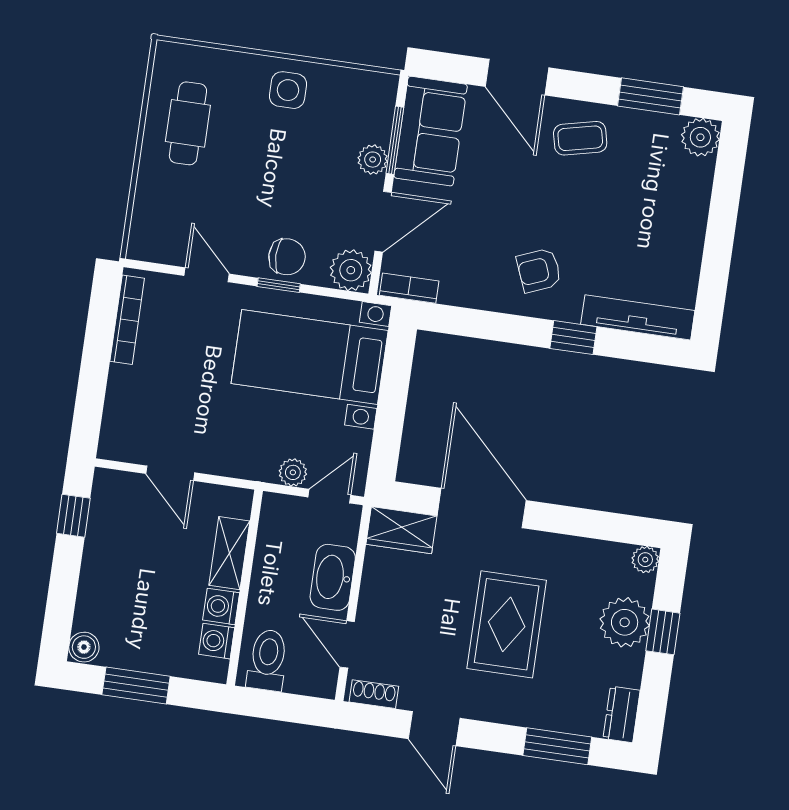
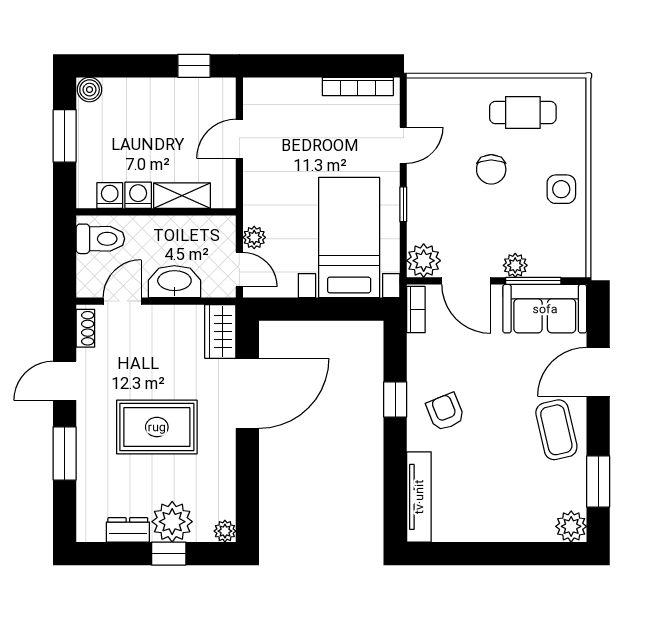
coffee table: (580, 138) -> (556, 430), width x1.36, depth x1.30
chair: (287, 257) -> (491, 169), moved
window: (573, 338) -> (395, 399), moved
dresser: (622, 714) -> (128, 530), moved
window: (557, 746) -> (65, 453), moved

